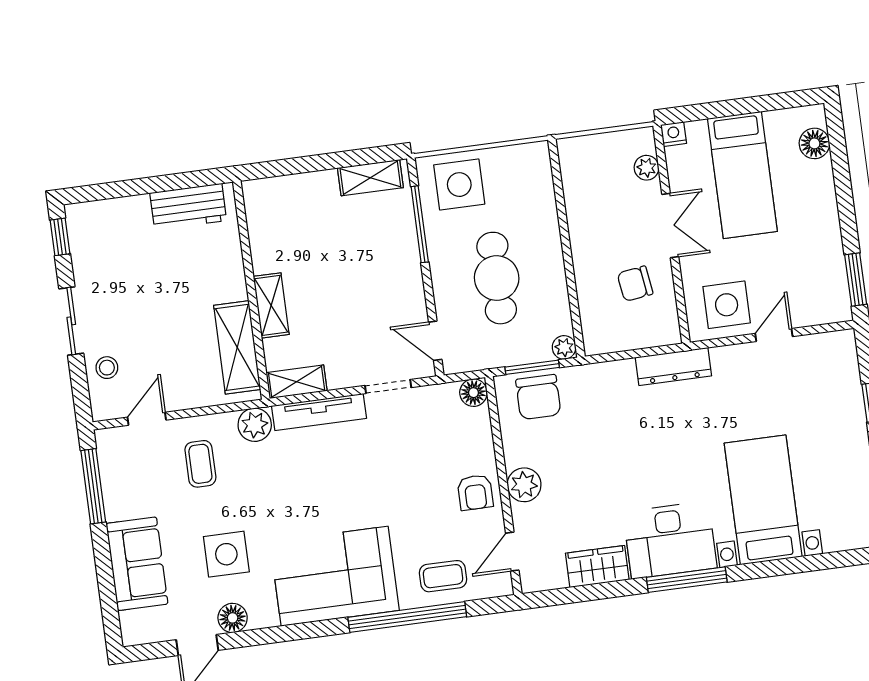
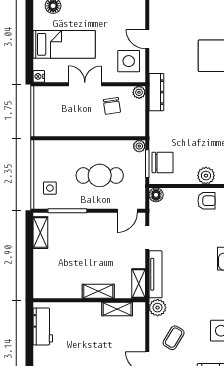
plant: (646, 168) -> (139, 92), moved
side table: (459, 185) -> (50, 188), width x0.54, depth x0.54
shelving: (237, 347) -> (117, 309), width x0.67, depth x0.75
coffee table: (200, 464) -> (174, 338), turned -59

